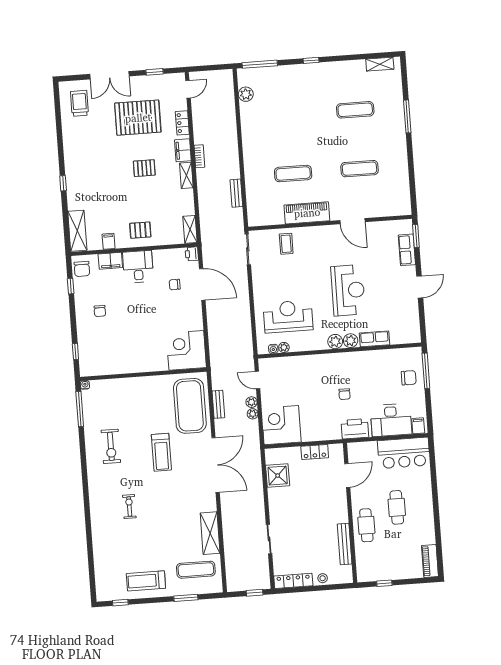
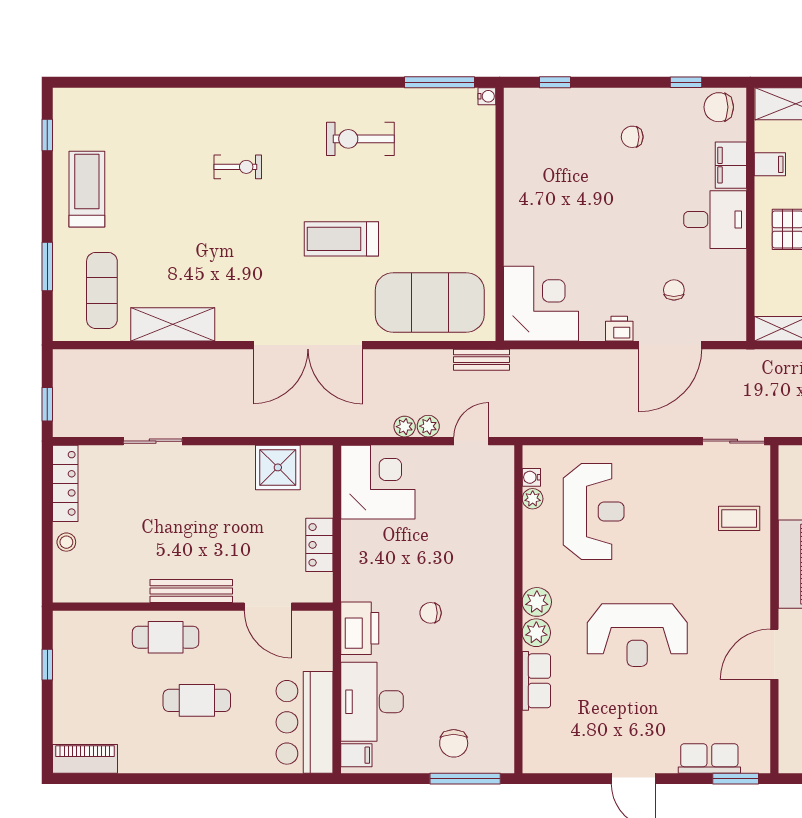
printer: (192, 254) -> (619, 329), moved
bench: (218, 404) -> (482, 360), moved
bench: (345, 544) -> (191, 591), moved

